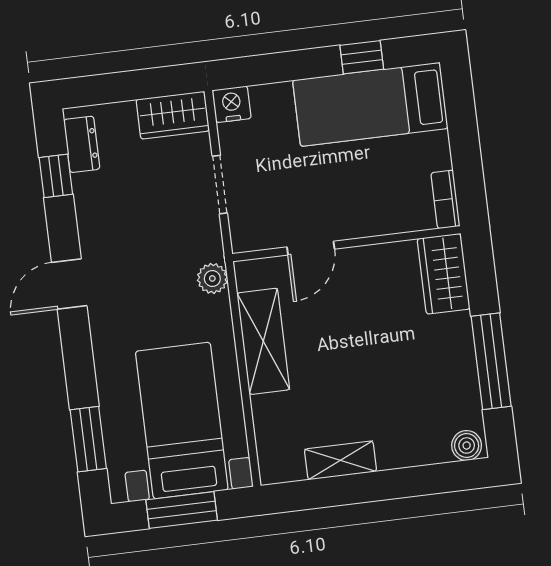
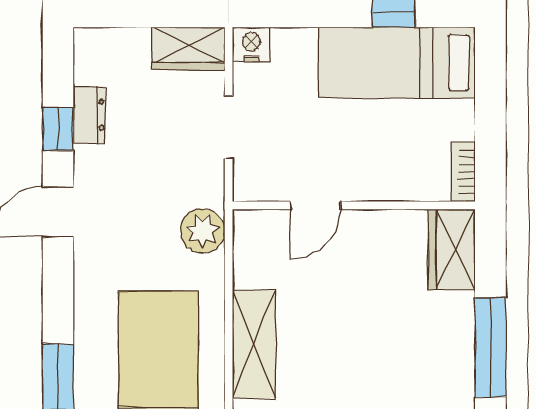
dresser: (82, 144) -> (89, 115), moved
window: (56, 176) -> (58, 129), moved
plant: (212, 278) -> (203, 231), width x1.38, depth x1.38
shelving: (263, 341) -> (254, 344), moved

